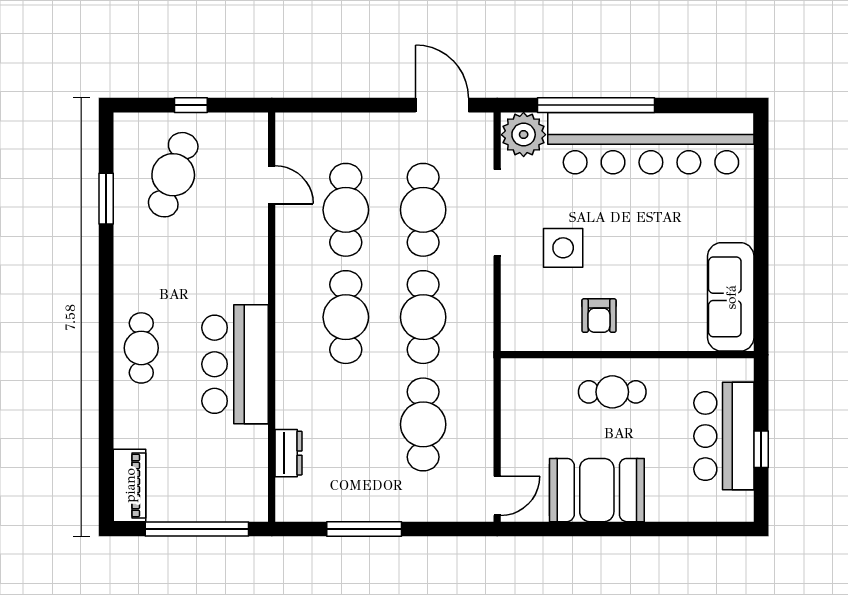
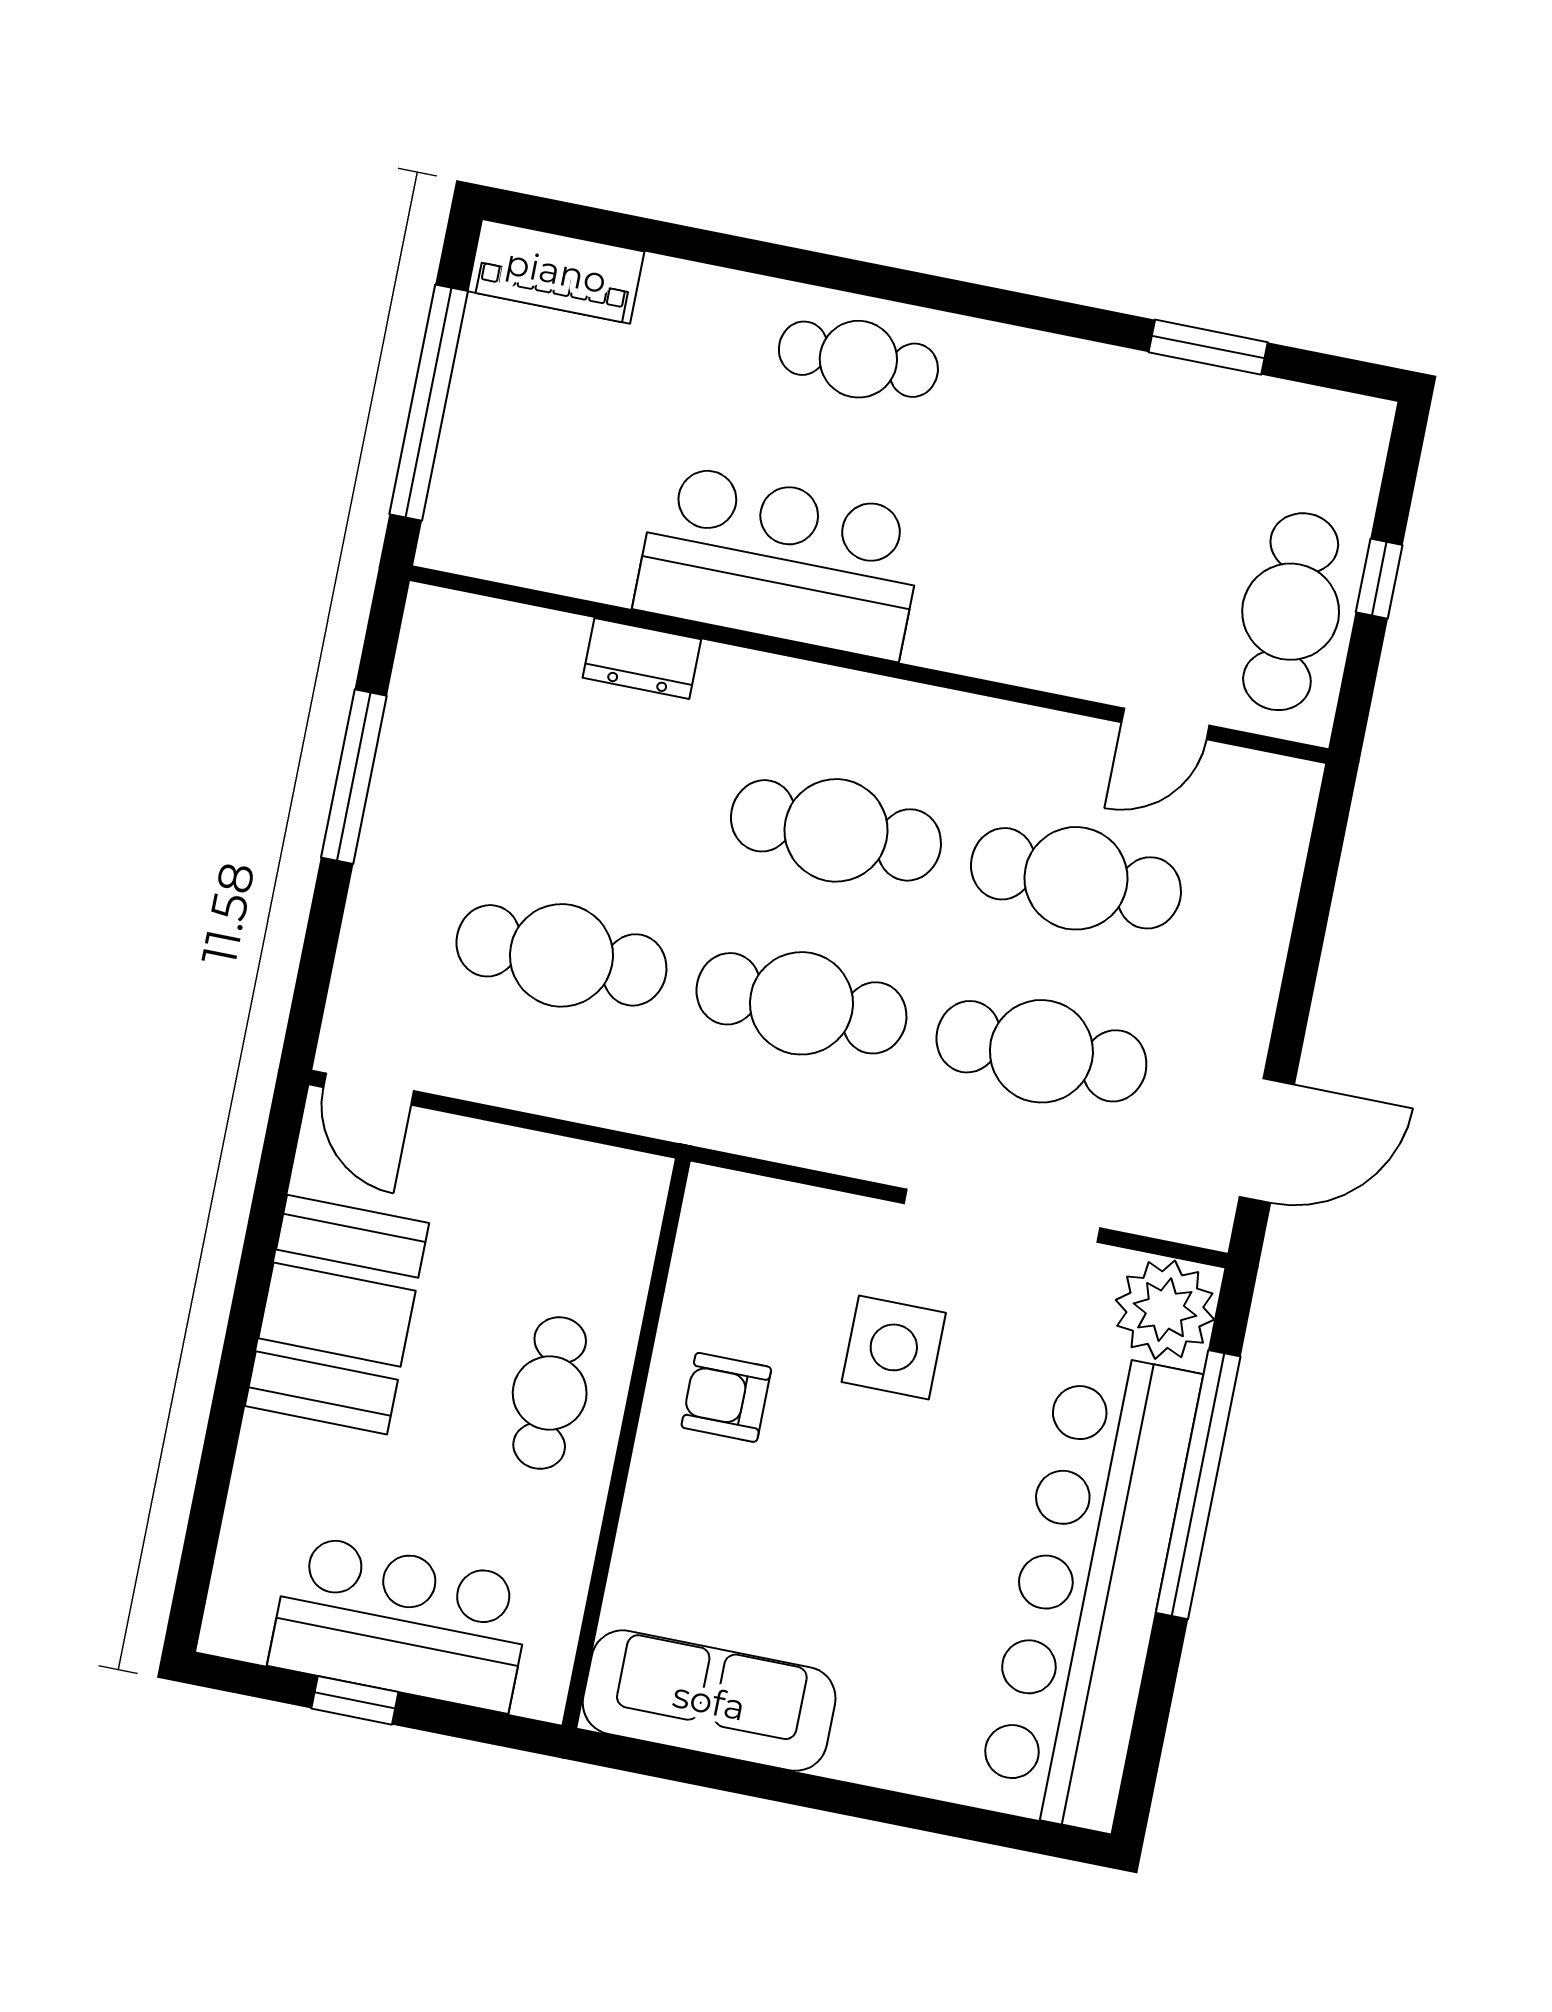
cafe table: (173, 175) -> (1291, 612), moved, turned 71
dresser: (289, 453) -> (642, 659), moved

